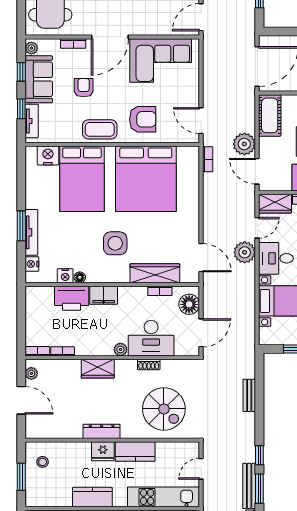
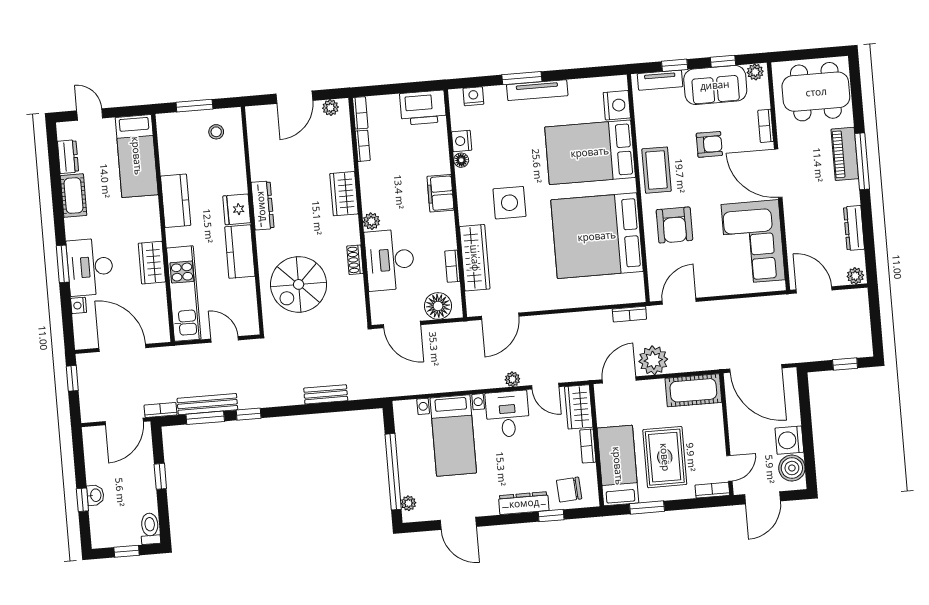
tv unit: (31, 232) -> (537, 90), moved
plant: (245, 252) -> (512, 379), width x0.53, depth x0.53
printer: (72, 298) -> (423, 108), moved, turned -90

